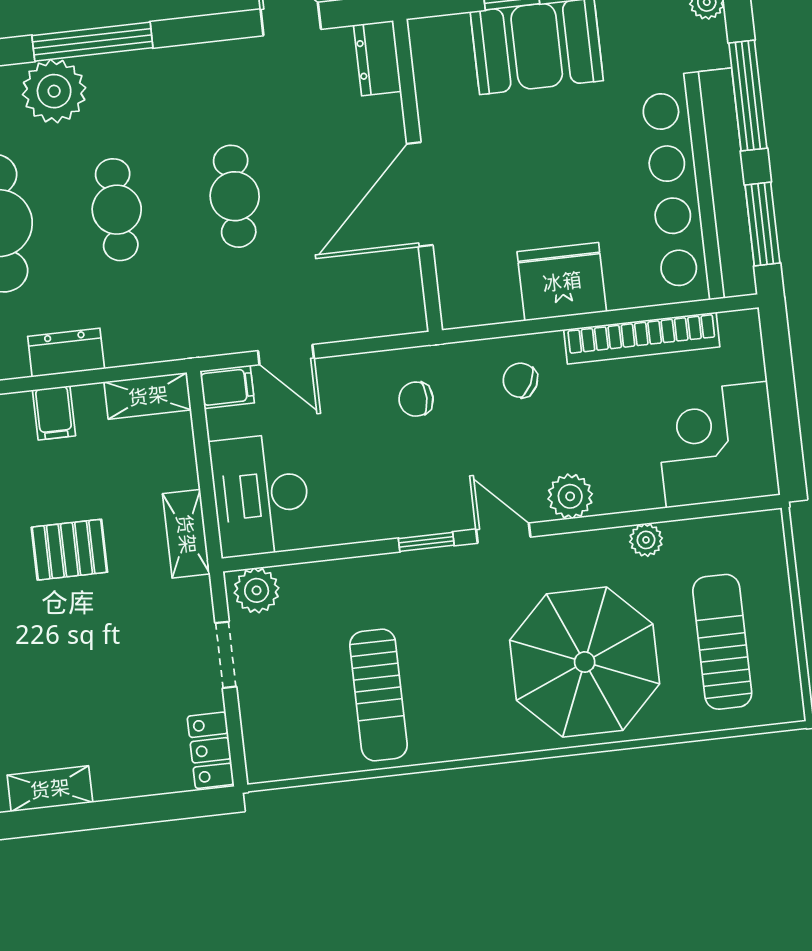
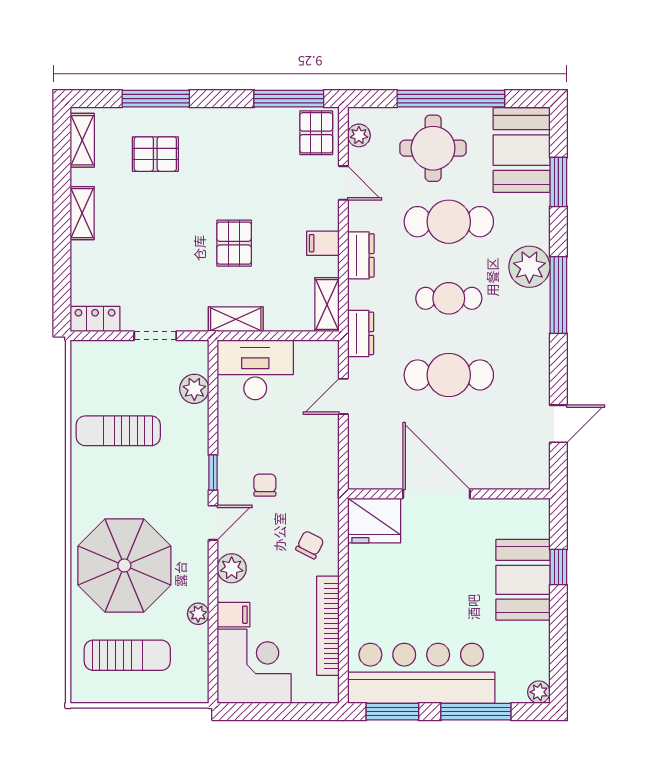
dresser: (377, 58) -> (361, 333), moved, turned 90
cafe table: (235, 196) -> (449, 375), width x1.37, depth x1.35
fridge: (562, 282) -> (374, 521), moved, turned 90
filing cabinet: (227, 387) -> (234, 615), moved, turned -90
chair: (416, 399) -> (265, 485), moved
plant: (257, 590) -> (194, 389), moved

